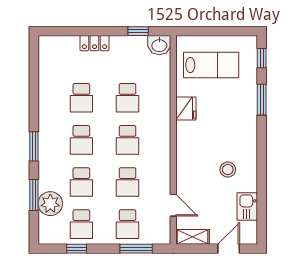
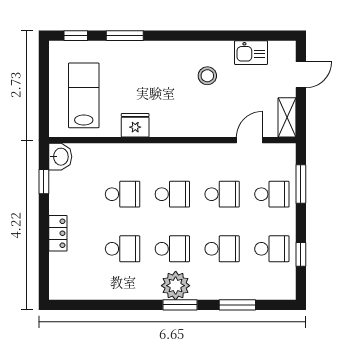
plant: (50, 204) -> (176, 286), moved
door: (229, 249) -> (301, 75), swing flipped

